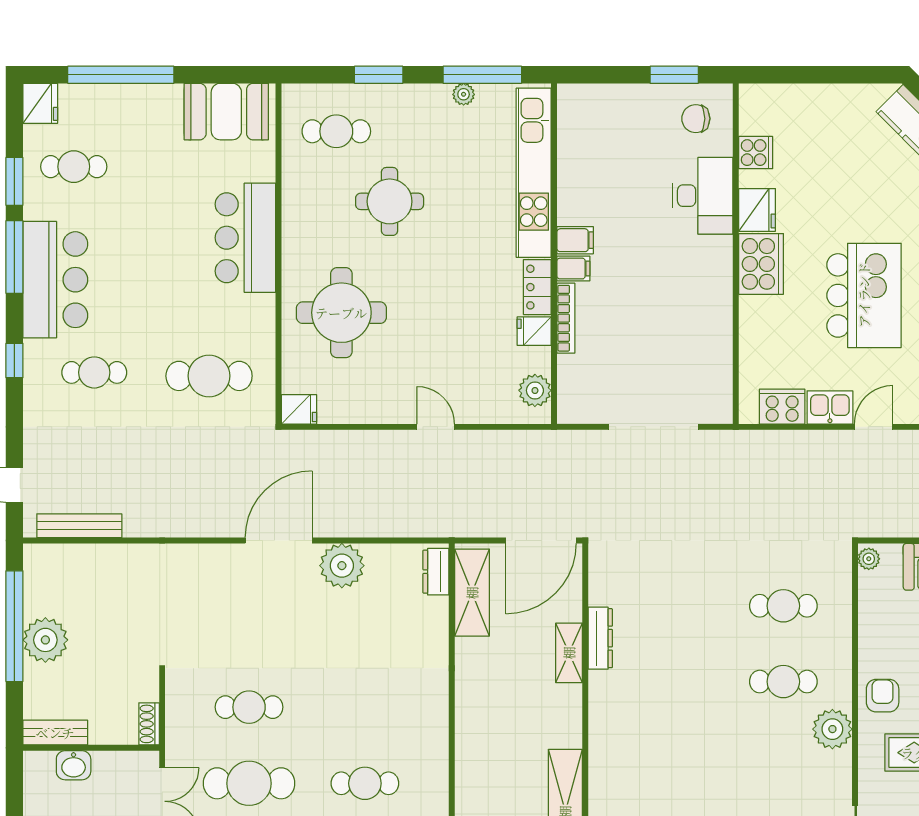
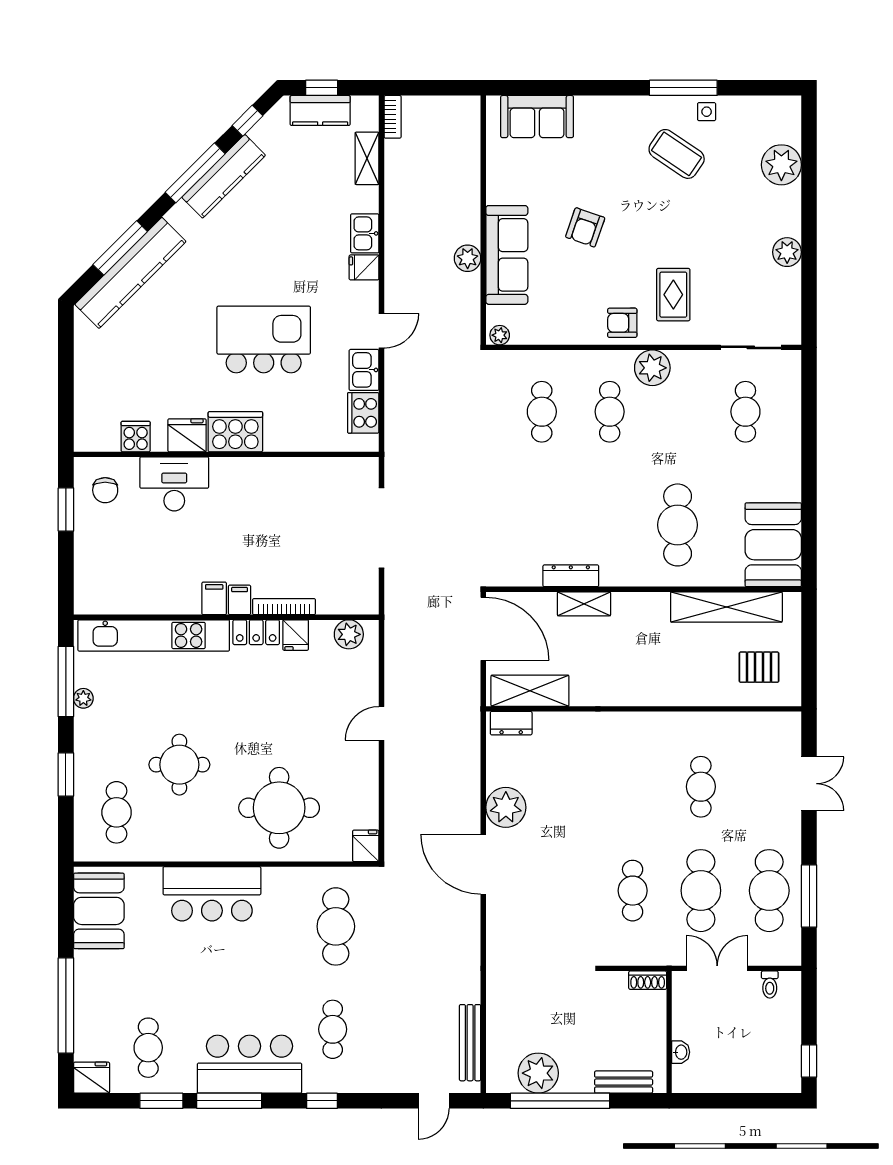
door: (874, 427) -> (381, 331), swing flipped
plant: (45, 640) -> (538, 1073), moved
bench: (55, 733) -> (624, 1082), moved, turned 90
cafe table: (657, 757) -> (678, 525), added
washbasin: (74, 765) -> (681, 1052), width x0.72, depth x0.69

